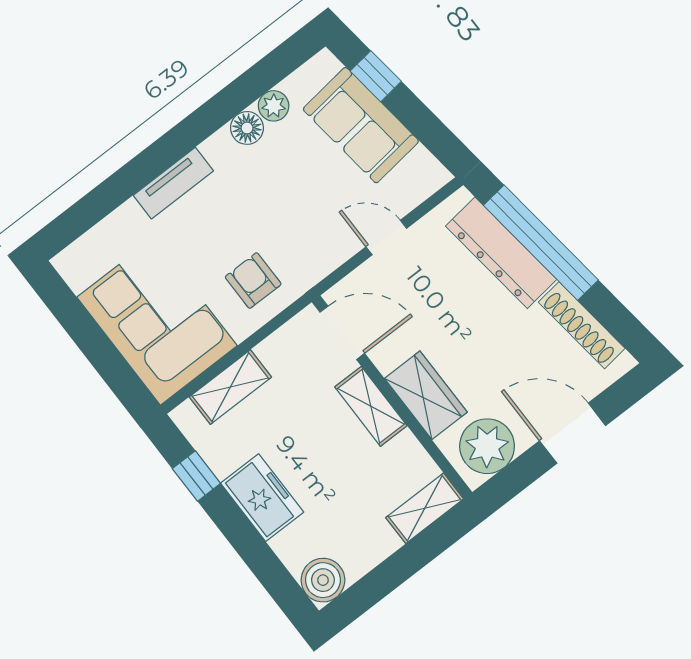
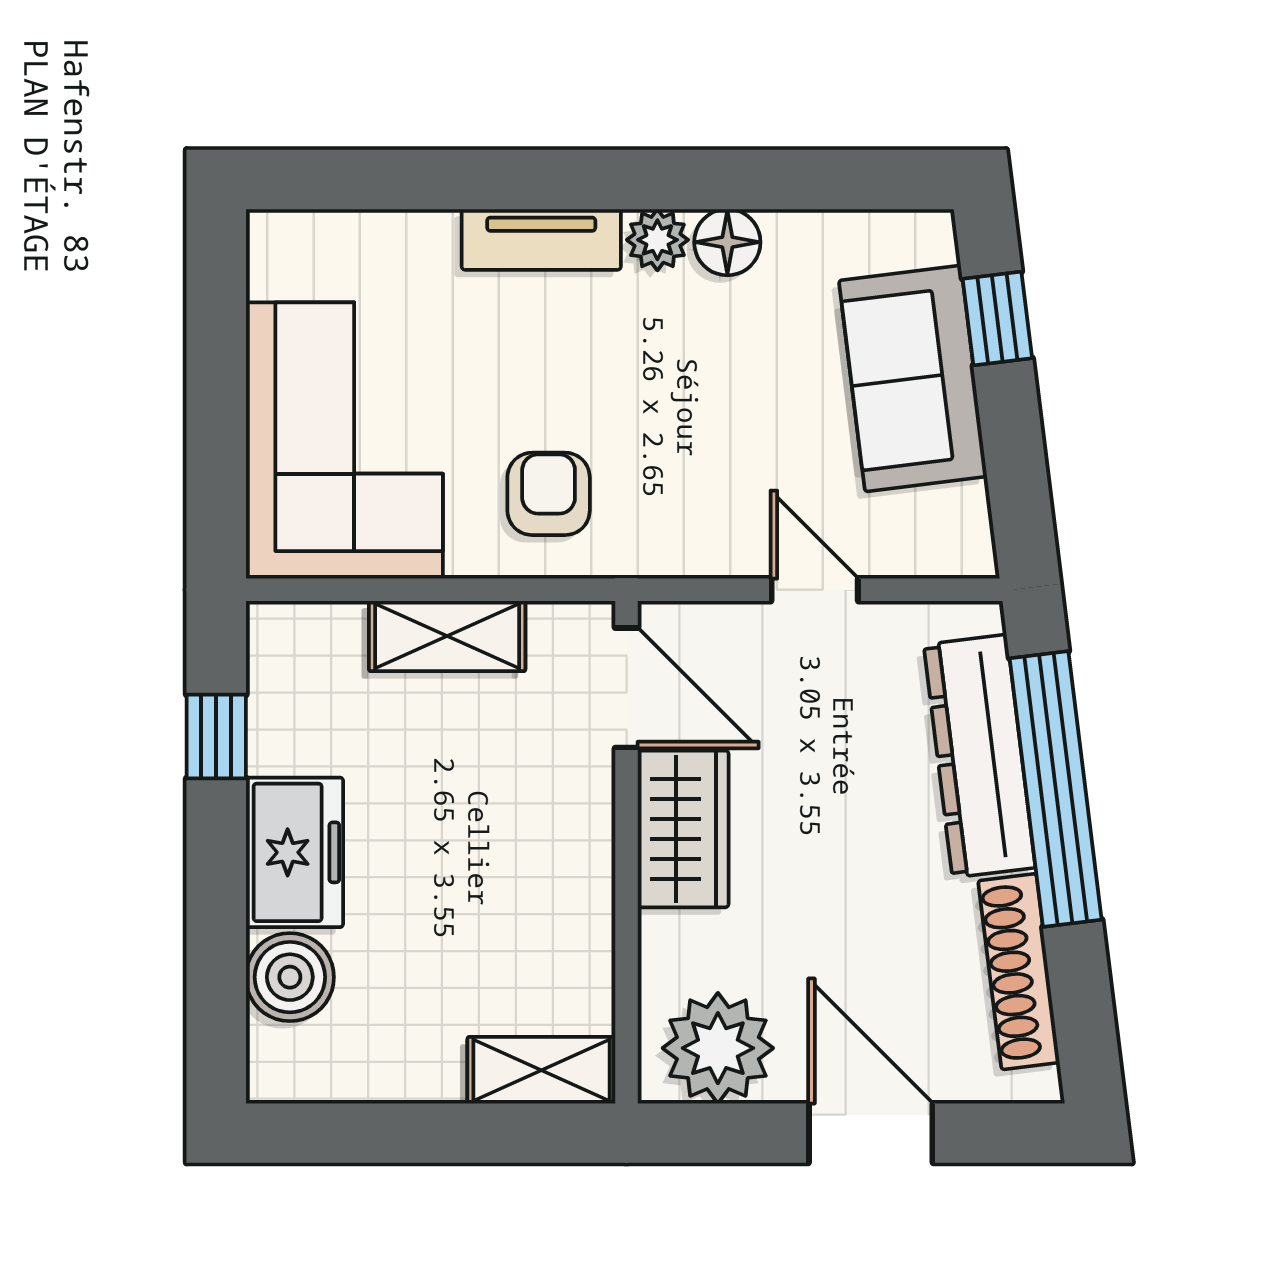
plant: (274, 106) -> (657, 240), moved
shelving: (230, 387) -> (447, 636), moved
wardrobe: (426, 395) -> (683, 829), moved
shelving: (371, 406) -> (581, 841), removed
boiler: (323, 580) -> (290, 977), moved

